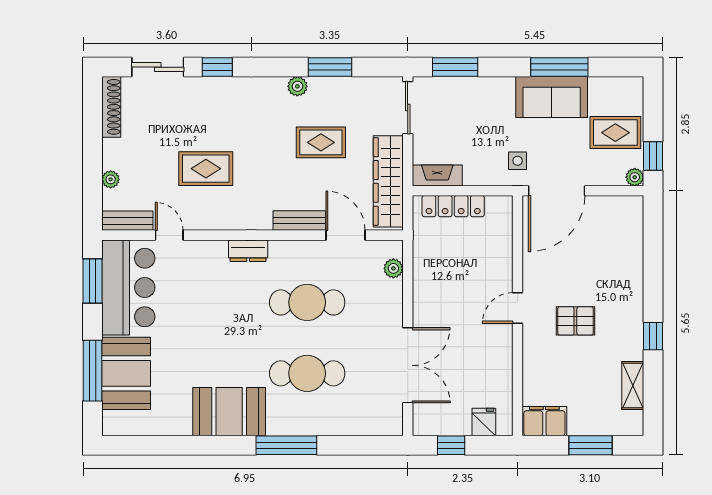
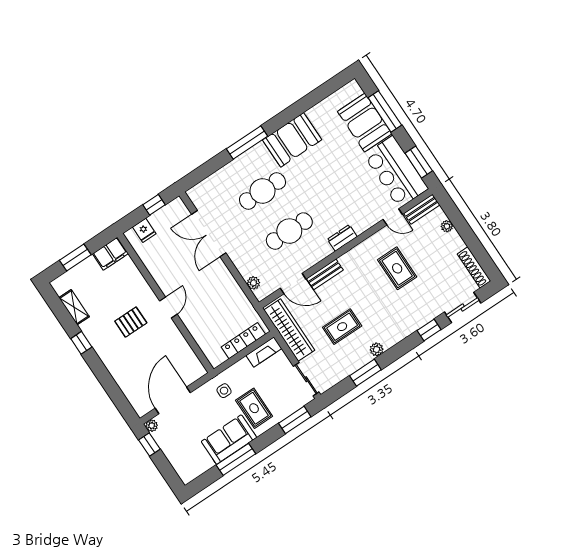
rug: (615, 133) -> (254, 408), moved, turned 90
rug: (206, 169) -> (397, 268), turned 90
door: (557, 191) -> (173, 400), moved

